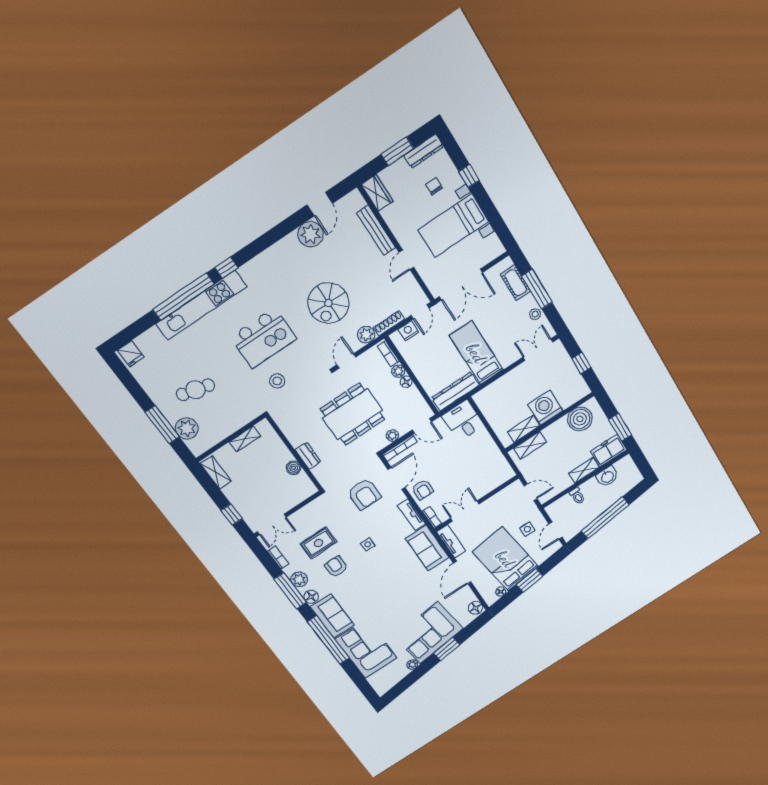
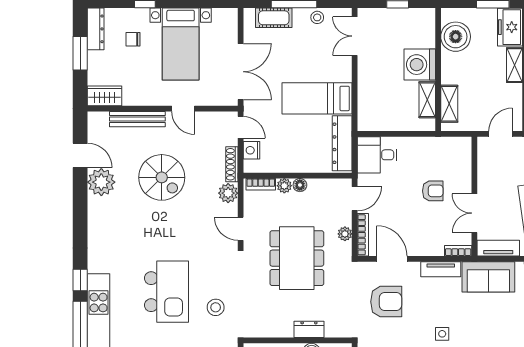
spiral stairs: (328, 303) -> (162, 177), moved
armchair: (423, 489) -> (433, 191), moved

